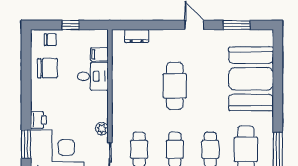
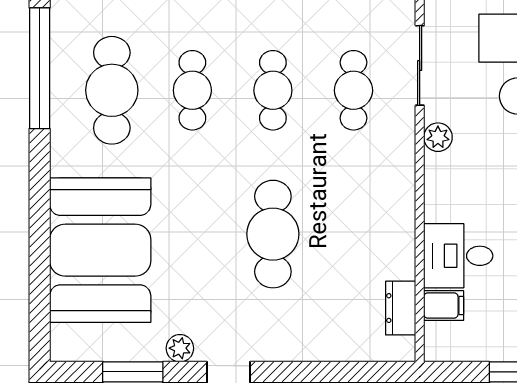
plant: (216, 35) -> (180, 348), added
dresser: (137, 36) -> (401, 308), moved, turned -90

